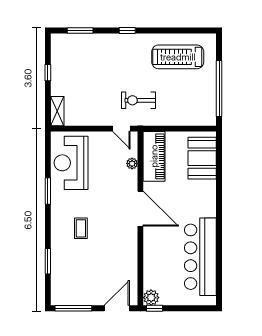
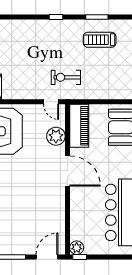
window: (80, 30) -> (97, 17), moved
treadmill: (178, 57) -> (100, 40), width x0.73, depth x0.73
plant: (132, 164) -> (56, 136), width x1.88, depth x1.88
coffee table: (81, 228) -> (16, 188), removed

